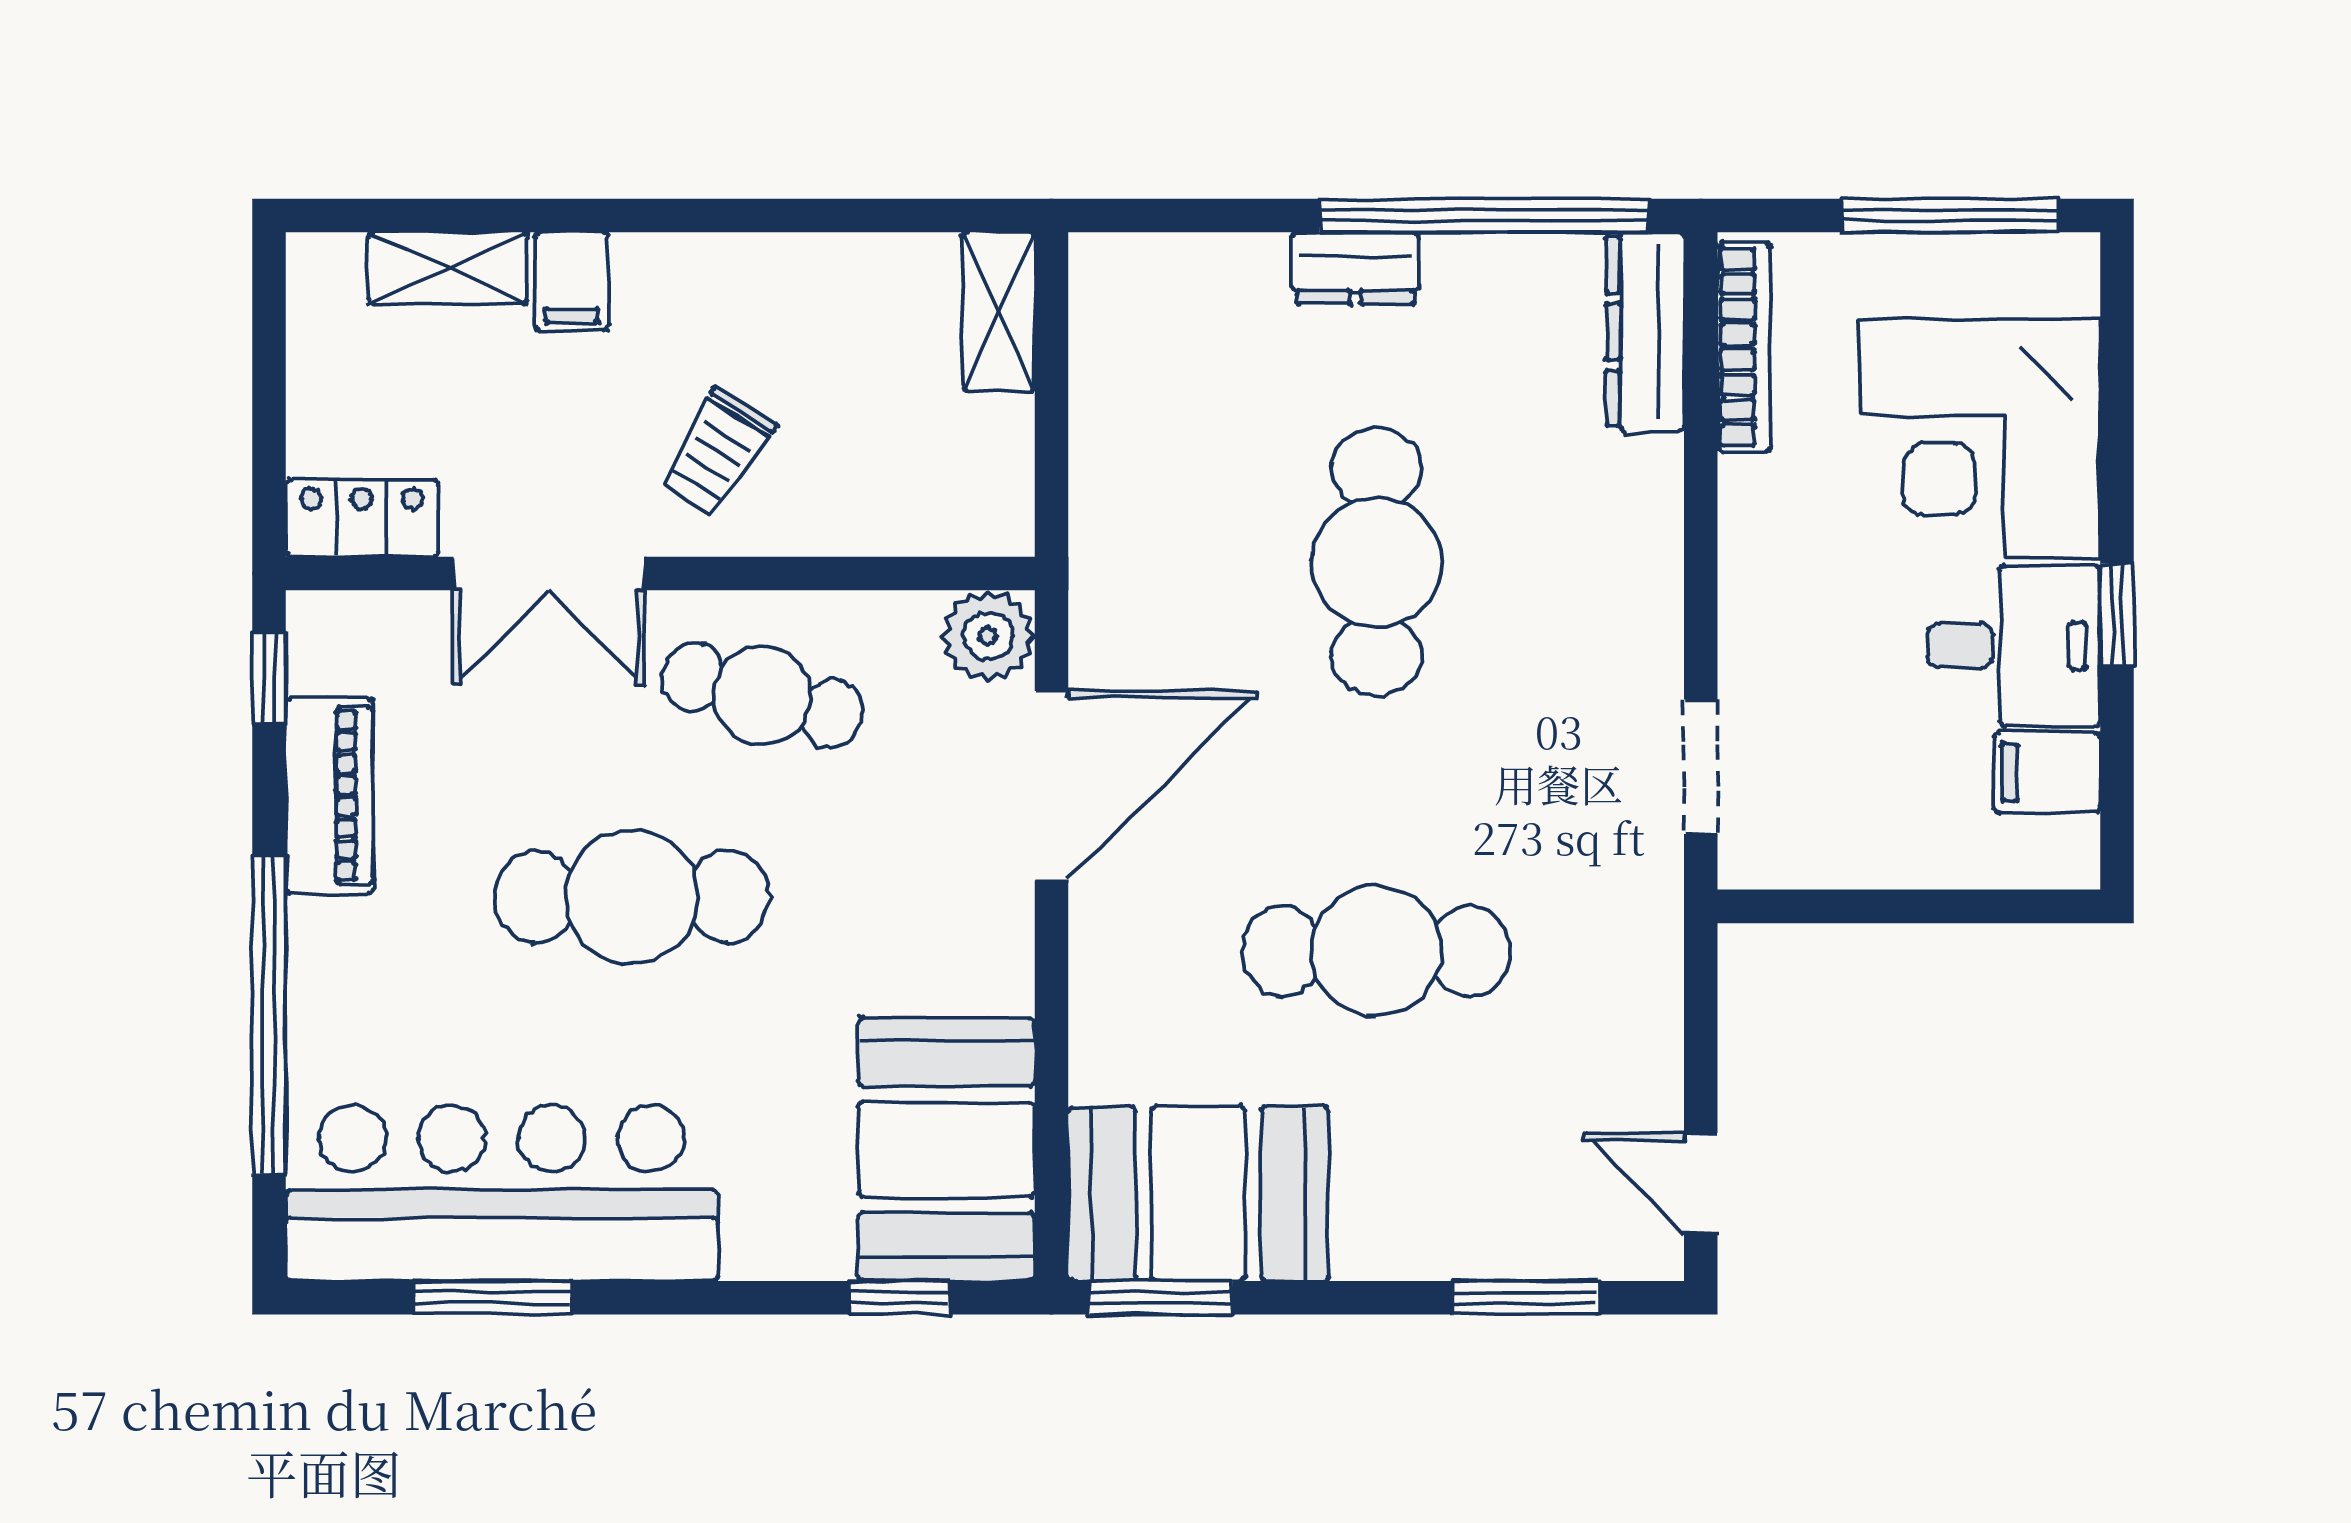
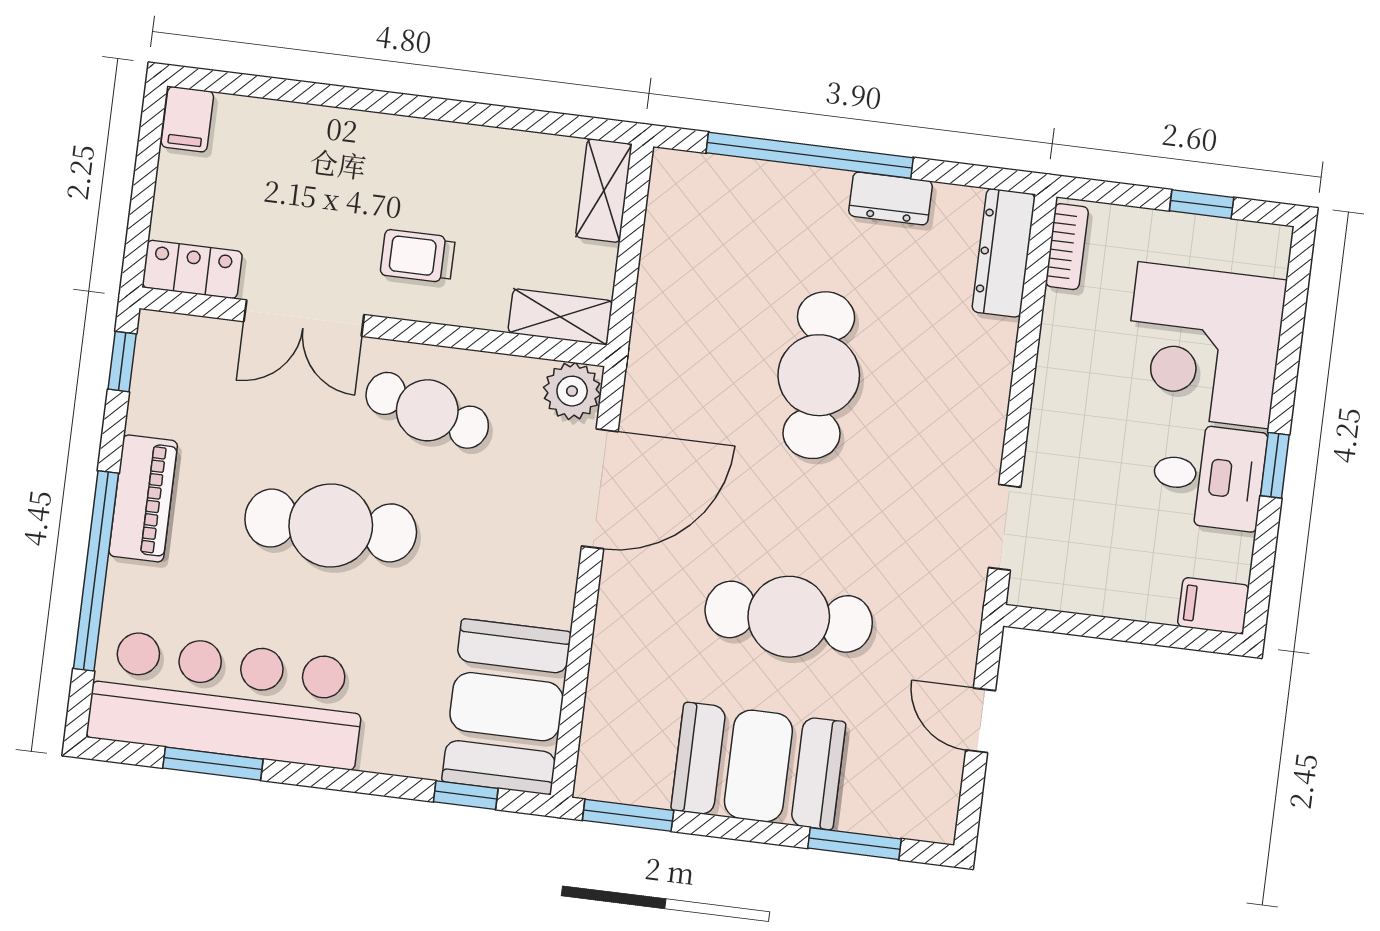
window: (1484, 215) -> (810, 155), moved
window: (1949, 215) -> (1202, 204), width x0.46
shelving: (448, 268) -> (560, 317), moved
dresser: (1355, 268) -> (891, 198), moved
filing cabinet: (572, 281) -> (187, 119), moved
bookcase: (1744, 347) -> (1067, 247), width x0.64
trolley: (717, 453) -> (418, 256), turned 58
filing cabinet: (2047, 773) -> (1213, 606), moved
piano: (329, 796) -> (143, 498), moved
door: (1701, 1183) -> (981, 720), moved
booth: (1198, 1194) -> (758, 766), moved

